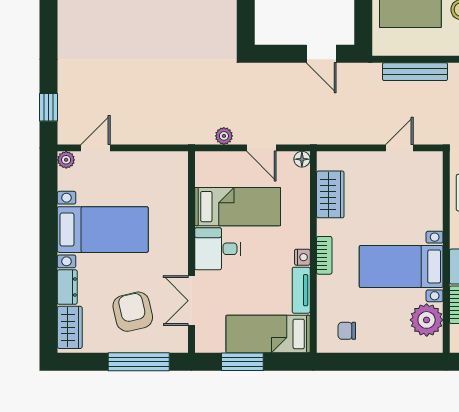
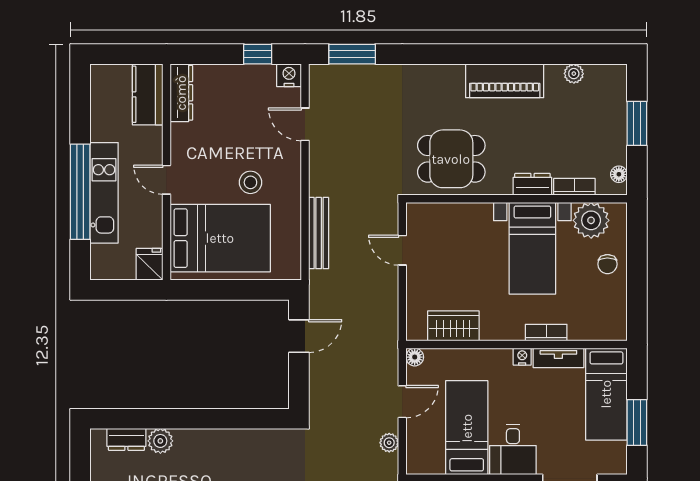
bookcase: (324, 255) -> (546, 333), moved
chair: (347, 331) -> (607, 264), moved

